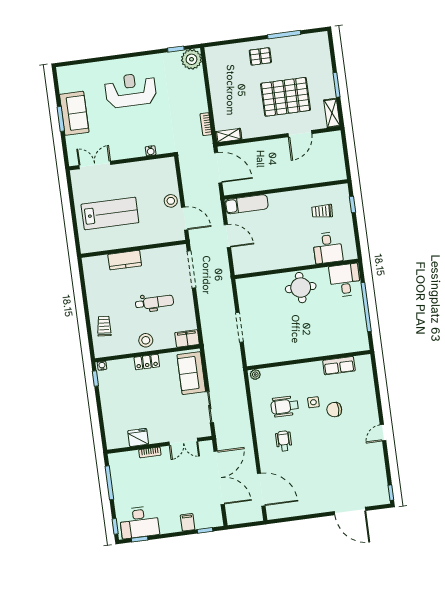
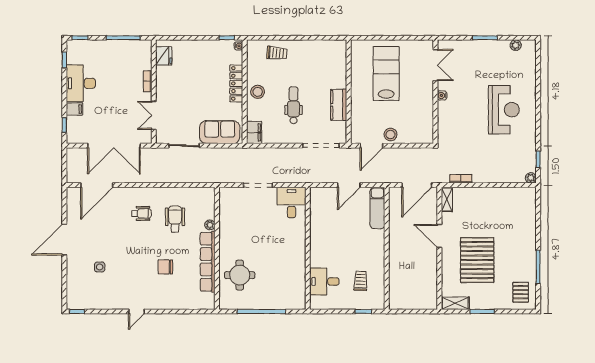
pallet: (260, 56) -> (521, 292), moved
plant: (192, 59) -> (531, 178), width x0.53, depth x0.53
plant: (64, 87) -> (516, 45), added
sofa: (74, 113) -> (489, 52), removed
door: (300, 134) -> (439, 236), moved
water cooler: (151, 151) -> (442, 95), moved
lab bench: (110, 213) -> (386, 73), turned 180
kitchen counter: (125, 260) -> (339, 105), moved
desk: (345, 280) -> (291, 203), moved, turned -90
round table: (301, 288) -> (240, 275), moved
dental chair: (154, 302) -> (294, 105), turned 180
locker: (147, 362) -> (236, 83), width x1.53
row of seats: (339, 366) -> (208, 262), width x2.02
plant: (255, 375) -> (210, 225), moved
side table: (313, 402) -> (100, 267), moved
chair: (334, 410) -> (165, 267), turned -90
door: (383, 433) -> (136, 311), swing flipped
fridge: (138, 437) -> (164, 56), moved
door: (350, 511) -> (64, 240), moved
desk: (139, 522) -> (81, 83), moved

